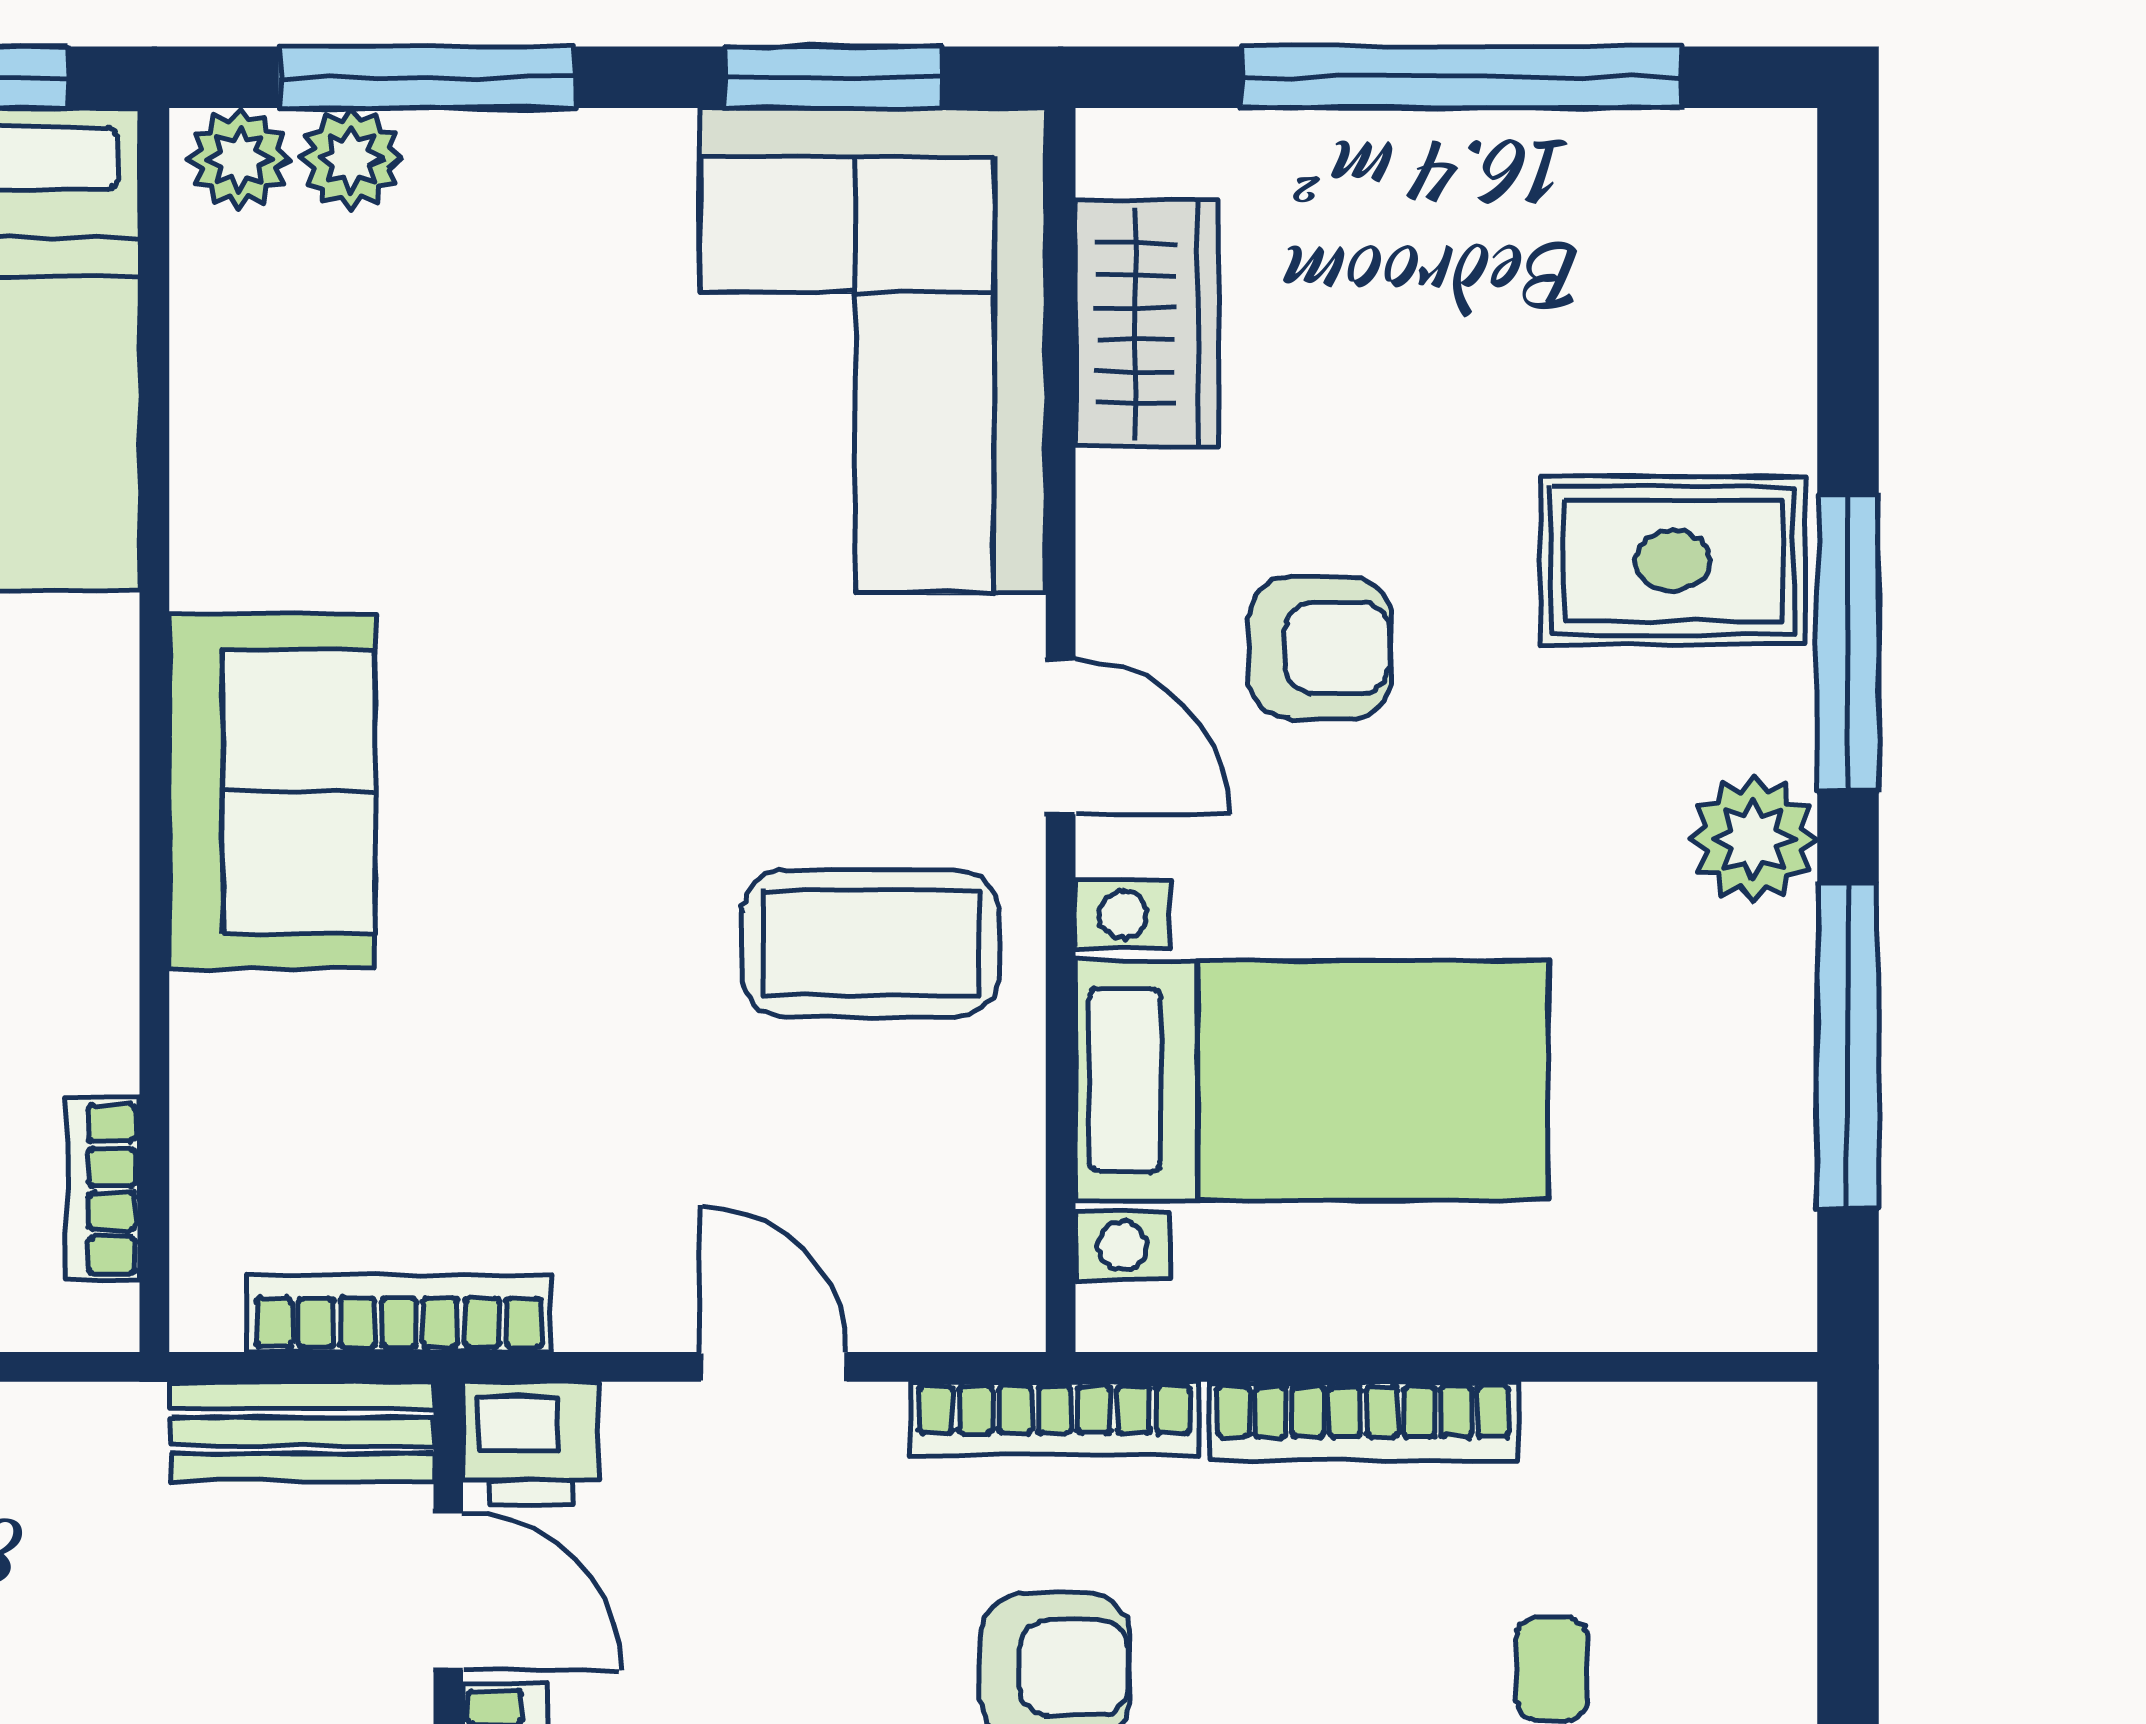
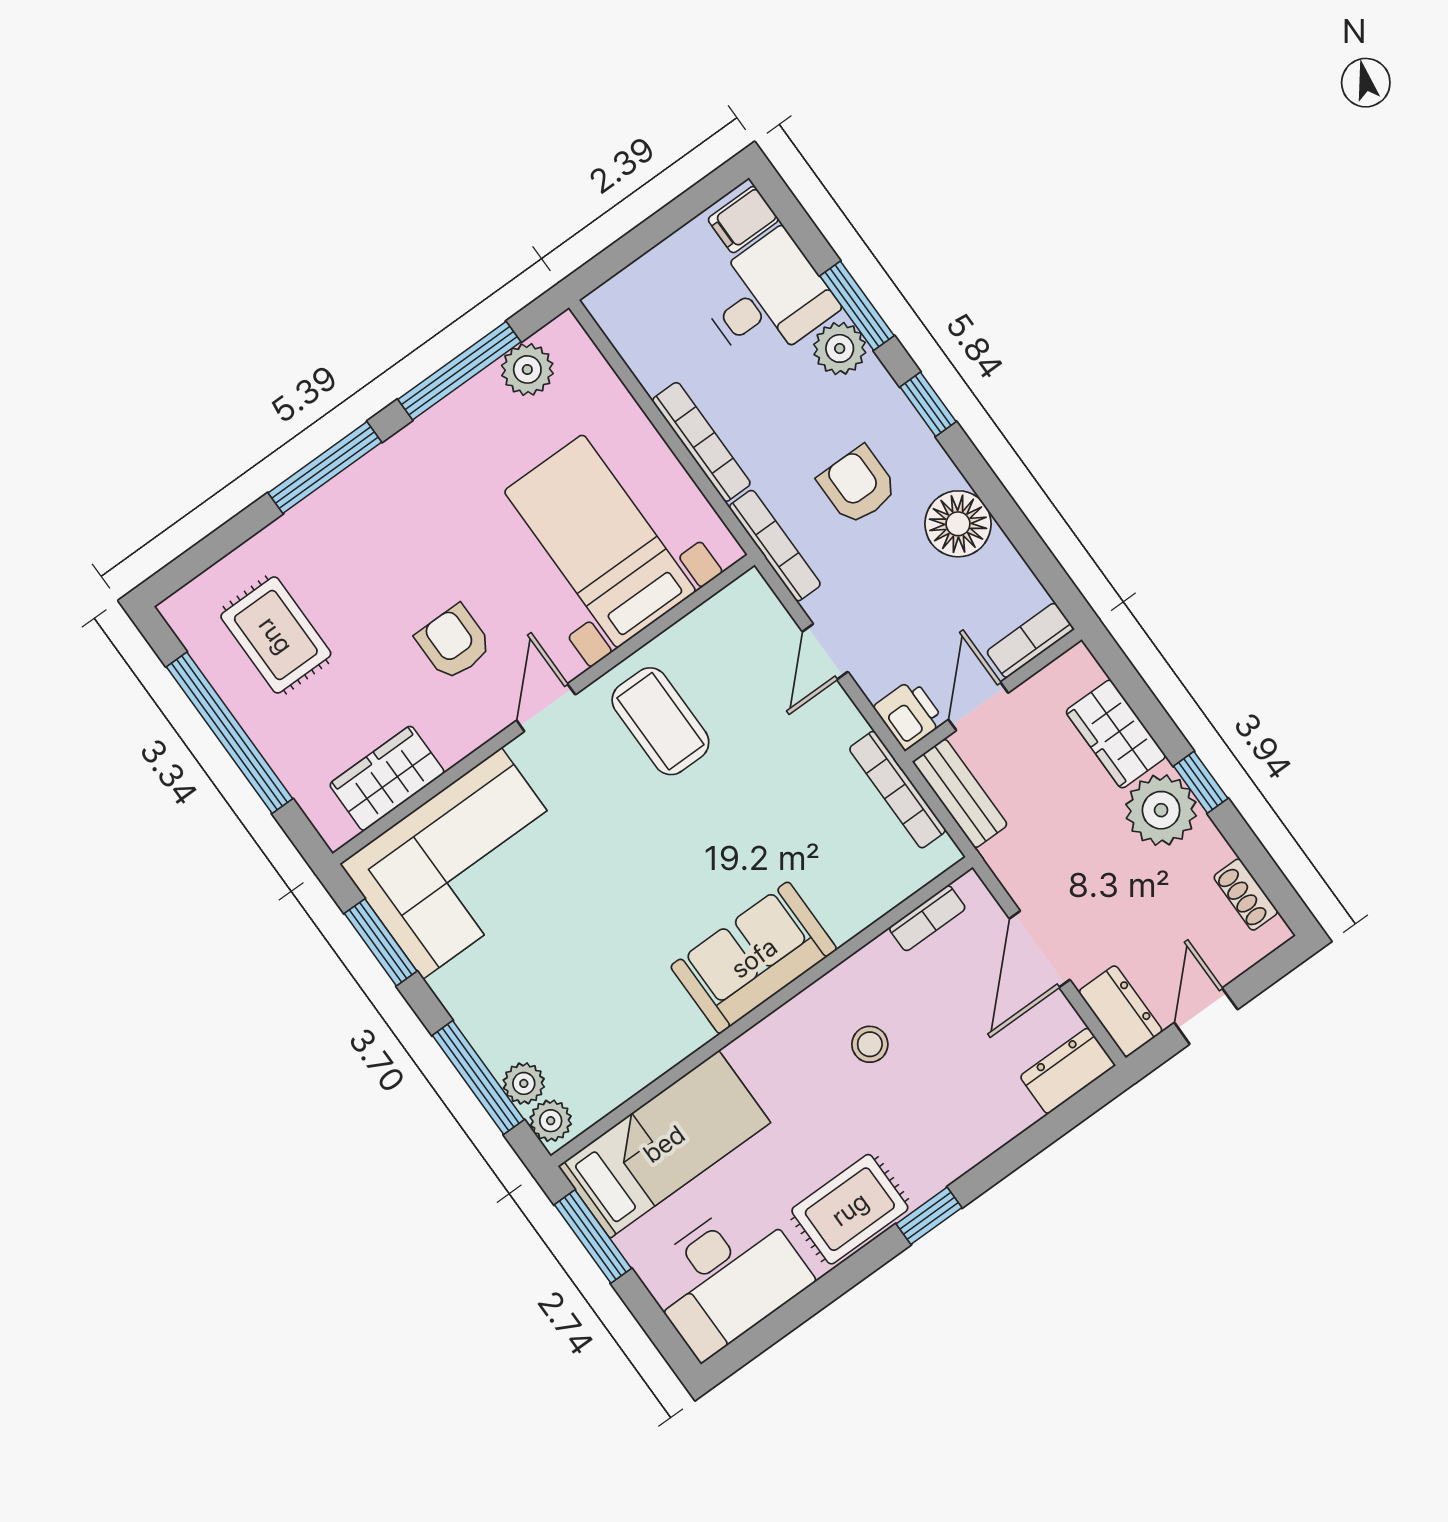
rug: (1673, 561) -> (276, 635), moved
plant: (1754, 839) -> (527, 369), moved

